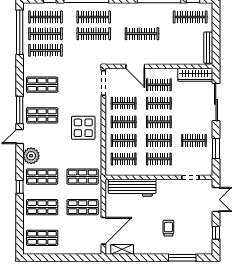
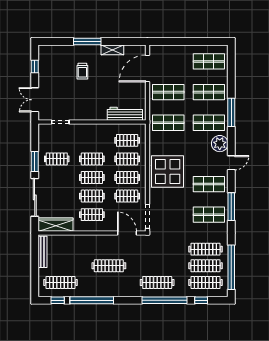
clothes rail: (94, 34) -> (157, 266), removed
door: (135, 66) -> (127, 233), moved
window: (20, 110) -> (231, 207), moved
display table: (83, 128) -> (168, 172), width x1.36, depth x1.36
window: (216, 148) -> (35, 162), moved
clothes rail: (159, 159) -> (92, 140), removed
window: (20, 187) -> (231, 112), width x2.17
workbench: (132, 188) -> (125, 114), width x0.73, depth x0.76
shelving: (122, 249) -> (112, 50), moved
window: (182, 258) -> (87, 41), moved

